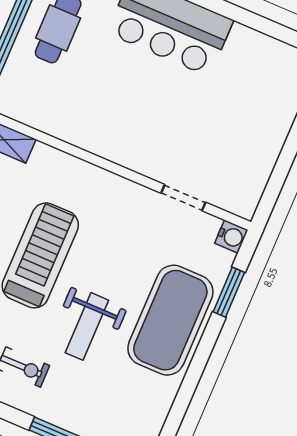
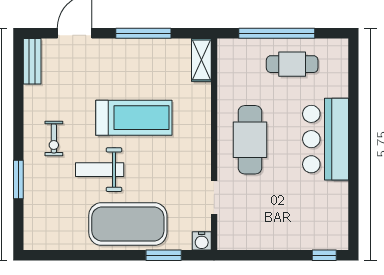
cafe table: (130, 122) -> (250, 140), added

